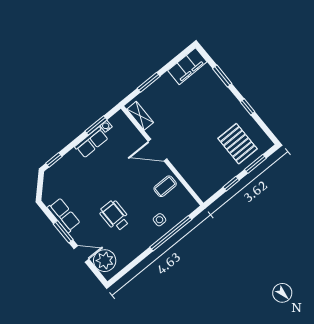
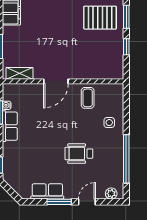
window: (171, 233) -> (126, 159), moved
plant: (105, 261) -> (111, 194), width x0.53, depth x0.53

